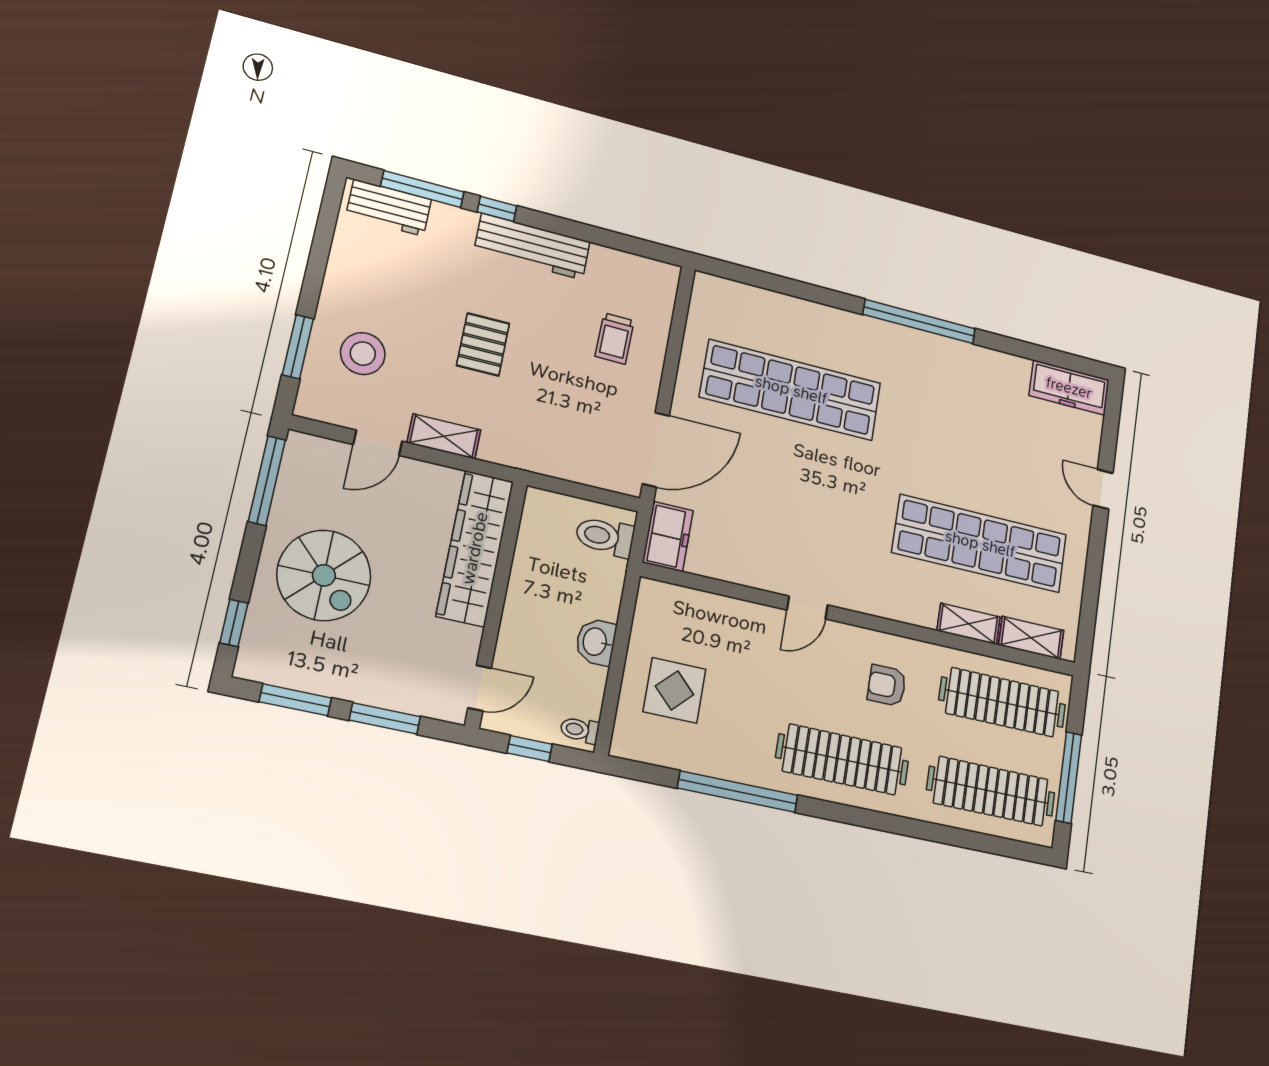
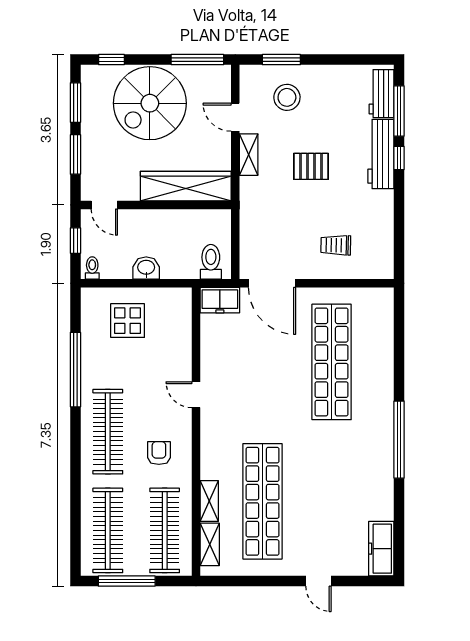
workbench: (532, 247) -> (381, 154), moved
door: (1103, 489) -> (318, 581), swing flipped
spiral stairs: (324, 575) -> (150, 103), width x1.37, depth x1.37

